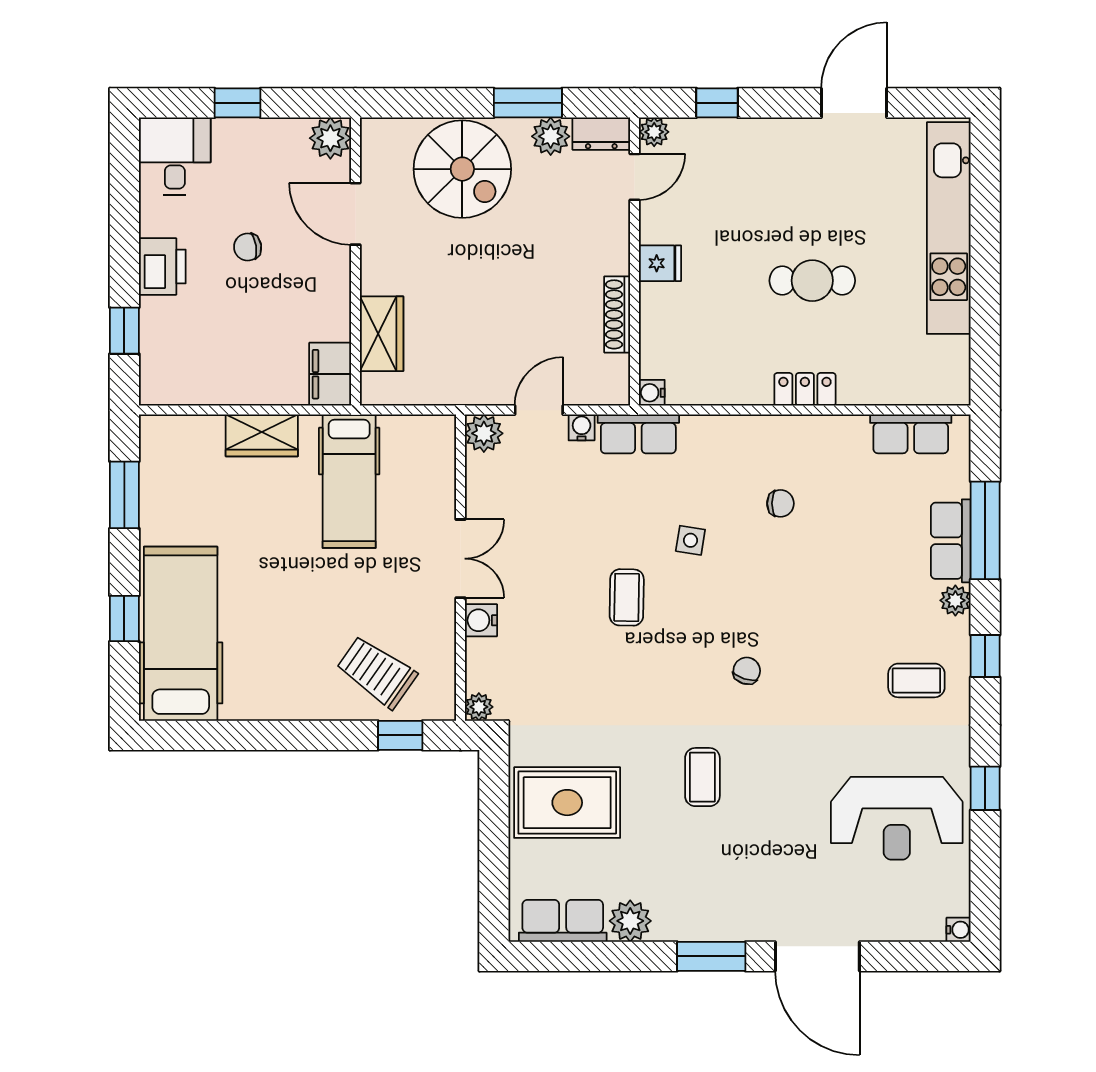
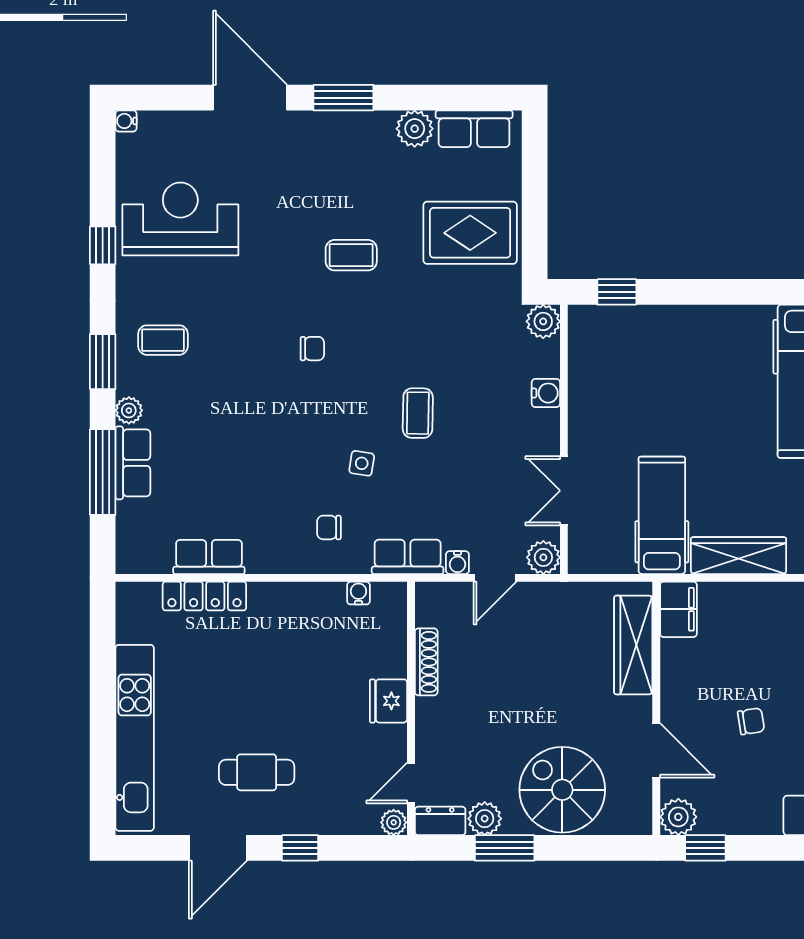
window: (238, 103) -> (705, 848), moved
window: (717, 103) -> (300, 848), moved
fridge: (660, 263) -> (388, 701), width x1.38
cafe table: (812, 281) -> (257, 772), moved
wardrobe: (382, 334) -> (633, 645), width x1.50
locker: (805, 389) -> (204, 596), moved, width x1.53
water cooler: (652, 393) -> (358, 593), moved, turned -90
row of seats: (911, 434) -> (209, 557), moved
wardrobe: (262, 435) -> (739, 556), width x1.50
chair: (780, 503) -> (329, 527), moved
double door: (461, 559) -> (564, 491), moved
window: (985, 656) -> (103, 362), width x1.50
chair: (747, 671) -> (312, 349), turned -108
trolley: (377, 672) -> (638, 348), removed
plant: (479, 707) -> (543, 321), width x1.38, depth x1.38
coffee table: (702, 777) -> (351, 255), turned 90

